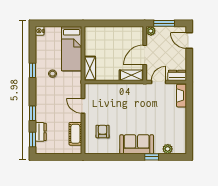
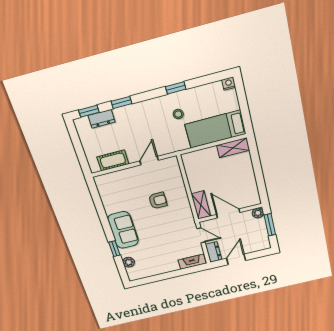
door: (189, 41) -> (236, 259), moved
shelving: (90, 68) -> (233, 148), moved
armchair: (103, 131) -> (158, 201), moved

